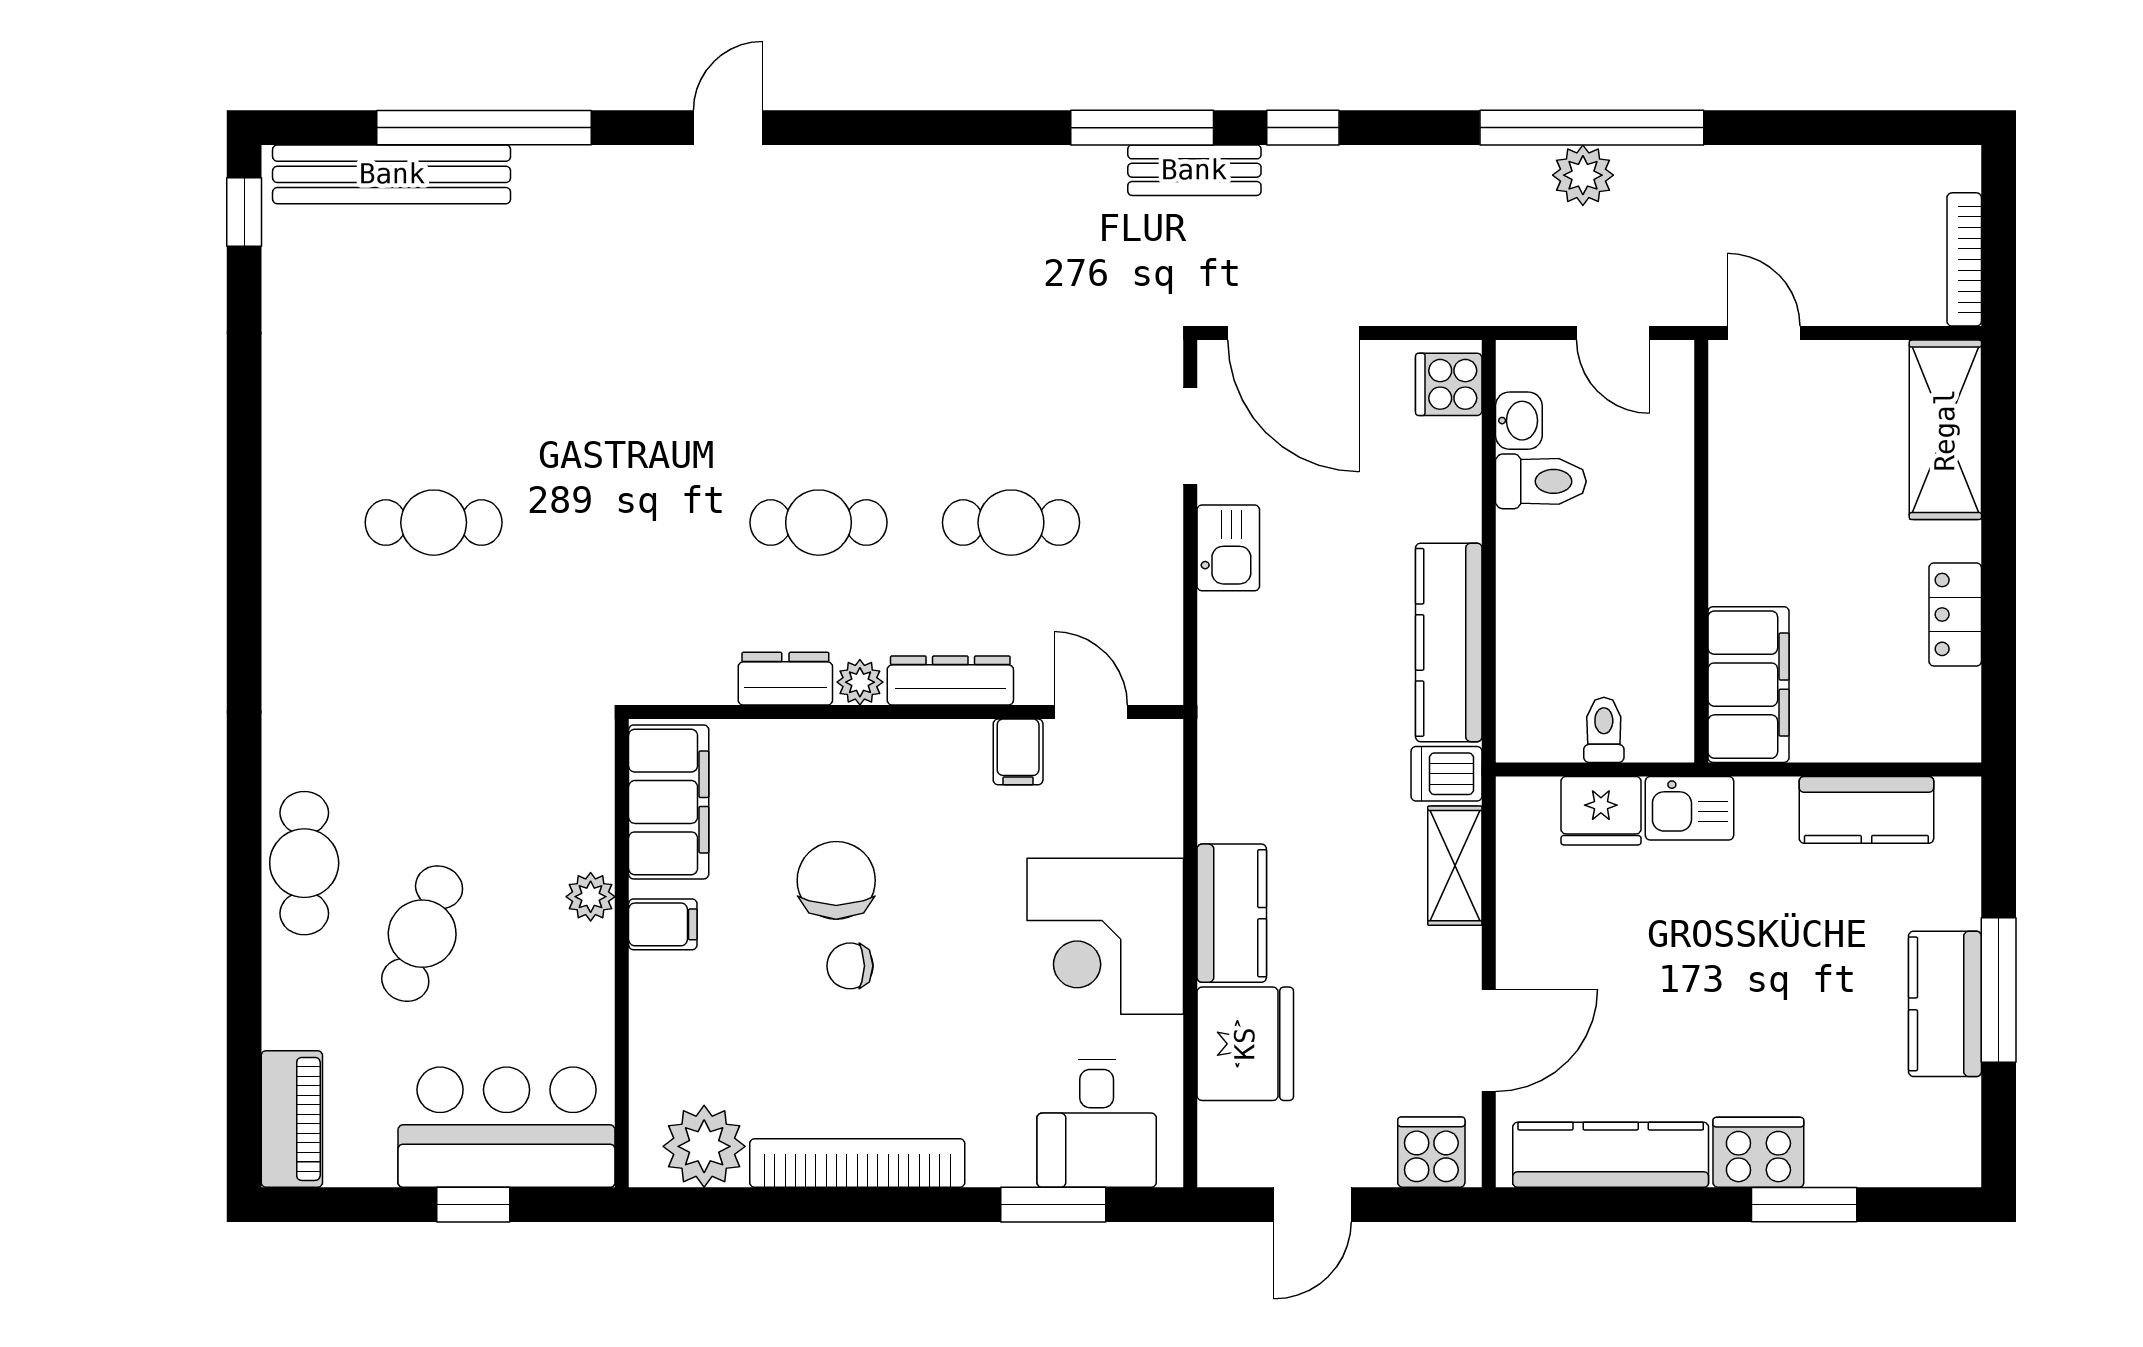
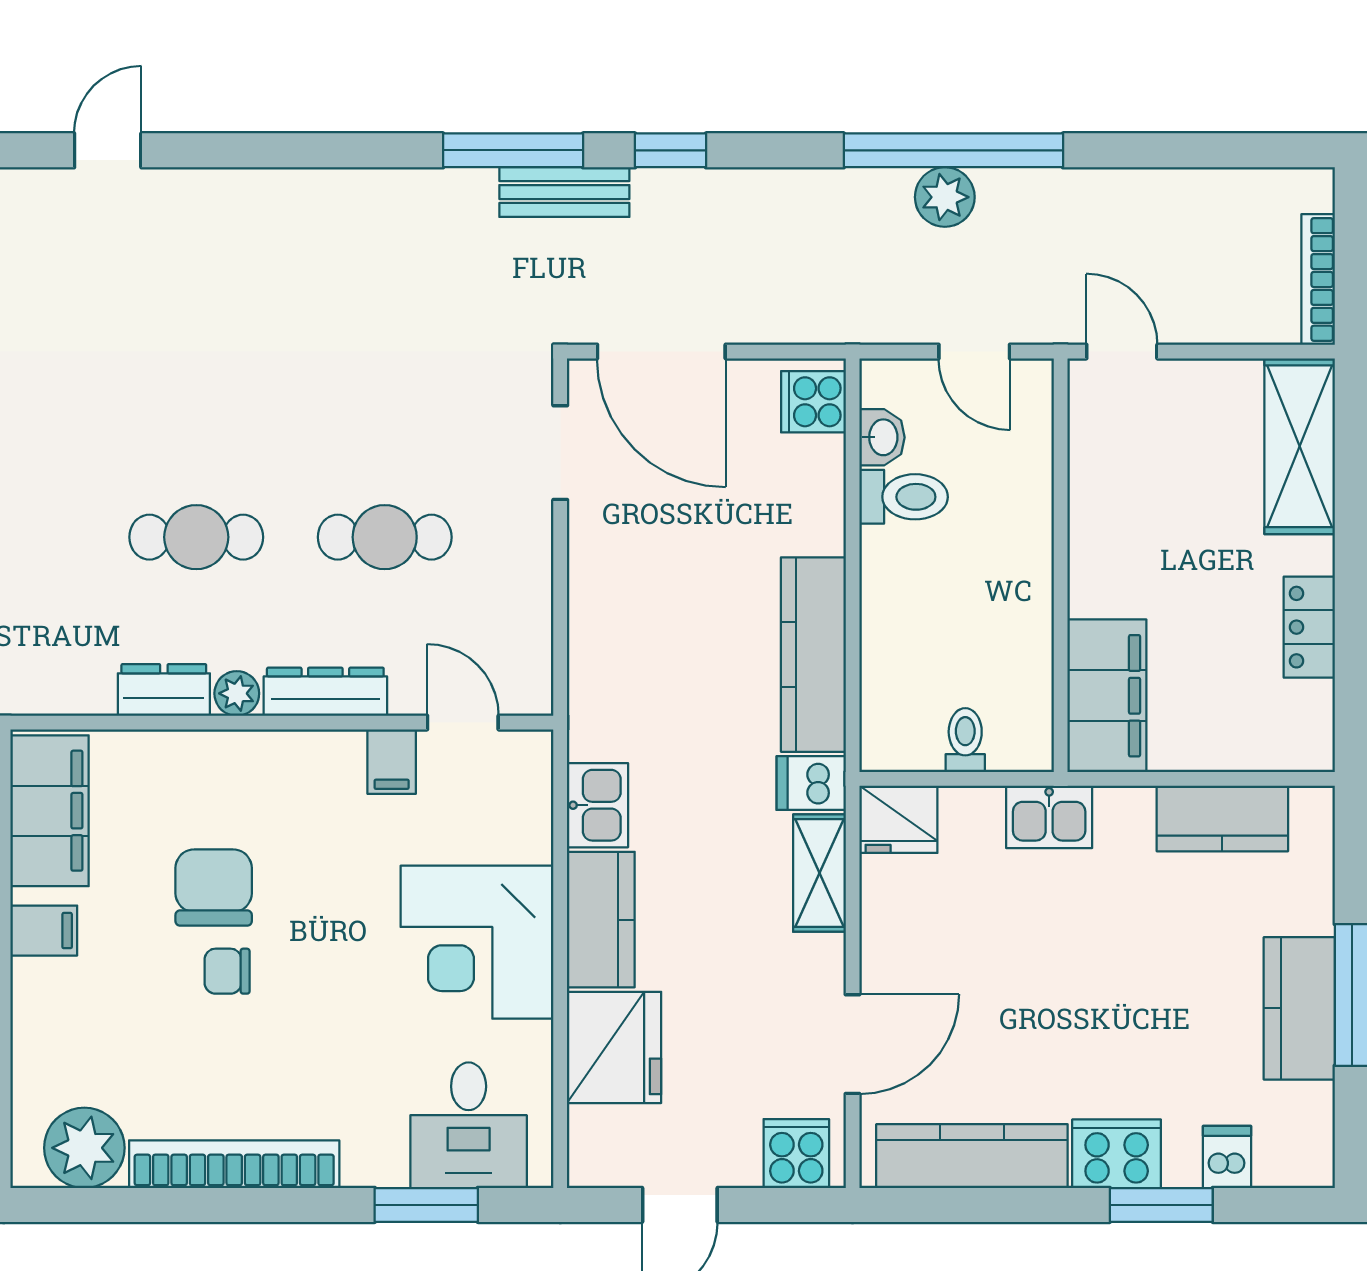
kitchen sink: (1228, 548) -> (597, 805), moved
fridge: (1601, 811) -> (898, 819), moved
dishwasher: (1871, 1156) -> (1227, 1157), added

